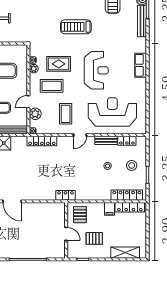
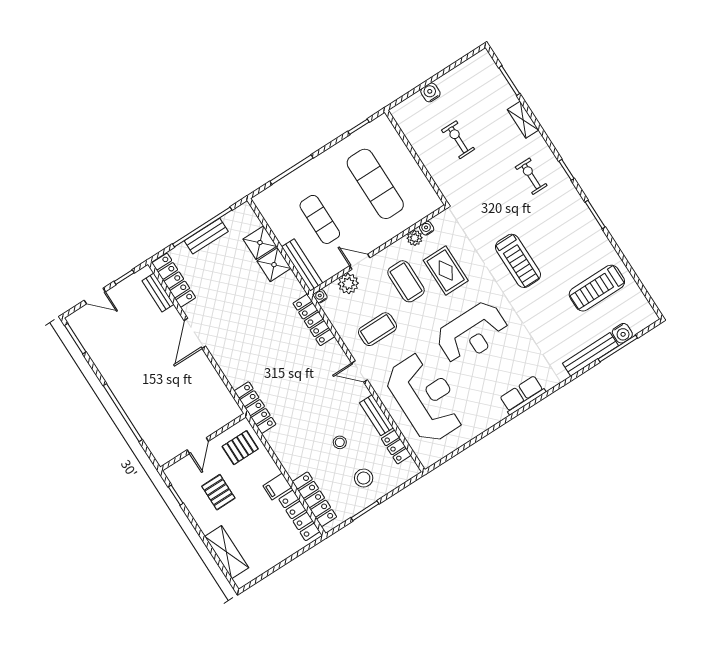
treadmill: (76, 27) -> (518, 261), turned 180
locker: (65, 195) -> (255, 408), width x1.53

